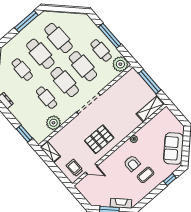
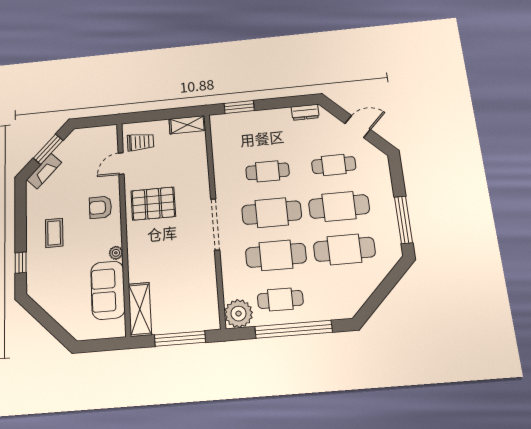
window: (110, 36) -> (294, 329), width x1.46
plant: (53, 123) -> (224, 156), removed
pallet: (99, 139) -> (153, 204), turned 90
sofa: (174, 148) -> (108, 290), moved, turned -135
armchair: (132, 163) -> (100, 207), moved

